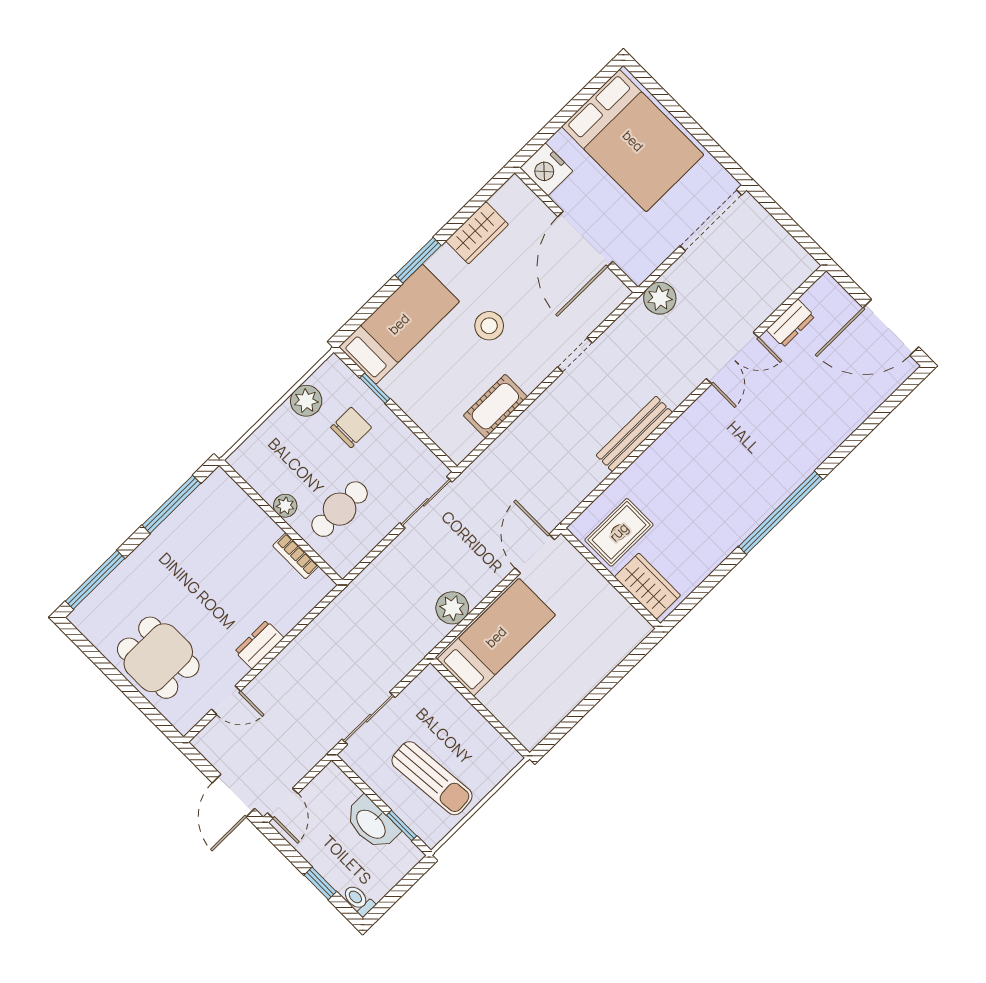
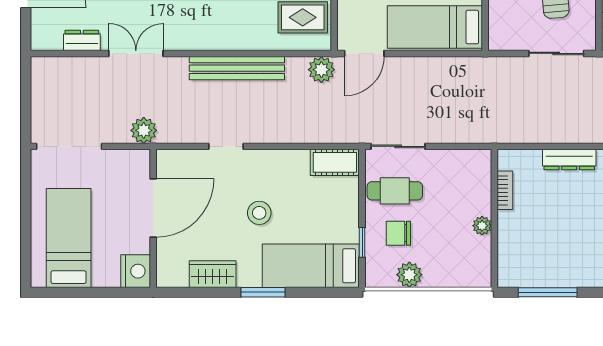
bed: (633, 141) -> (69, 238), width x0.67
cot: (495, 406) -> (335, 162), moved
bench: (634, 434) -> (237, 68), width x1.37, depth x1.21
cafe table: (340, 509) -> (395, 191), moved
plant: (452, 608) -> (321, 70), moved
dresser: (259, 645) -> (569, 160), width x1.44

